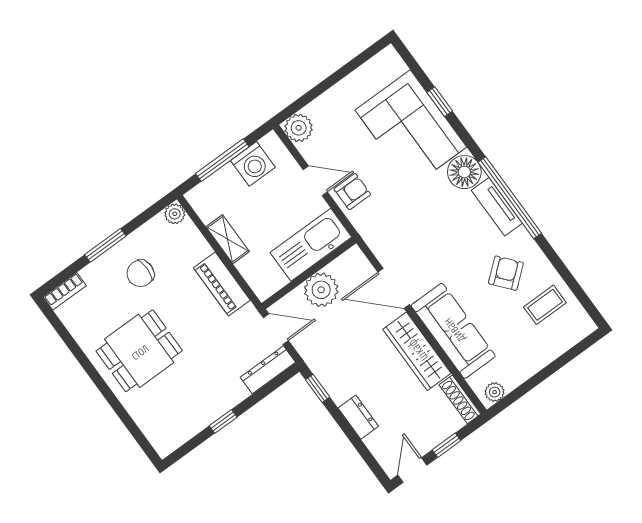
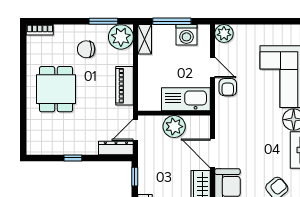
armchair: (352, 192) -> (228, 87), turned 90
plant: (175, 214) -> (121, 37), width x1.87, depth x1.87
shelving: (228, 239) -> (145, 39), moved
window: (105, 245) -> (103, 21), moved
door: (276, 329) -> (136, 130), swing flipped
dining table: (139, 351) -> (56, 89), turned 90

